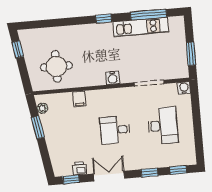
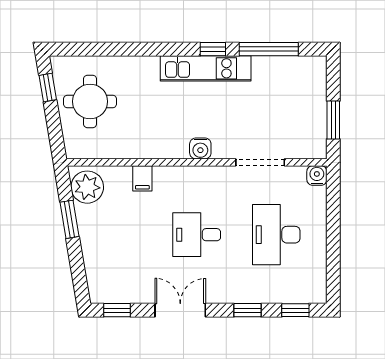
window: (104, 19) -> (213, 49), moved
kitchen unit: (141, 27) -> (206, 68), moved
round table: (56, 66) -> (90, 101), moved
plant: (42, 108) -> (87, 187), width x1.87, depth x1.87
desk: (163, 126) -> (276, 235), turned 180
printer: (79, 169) -> (132, 293), removed

